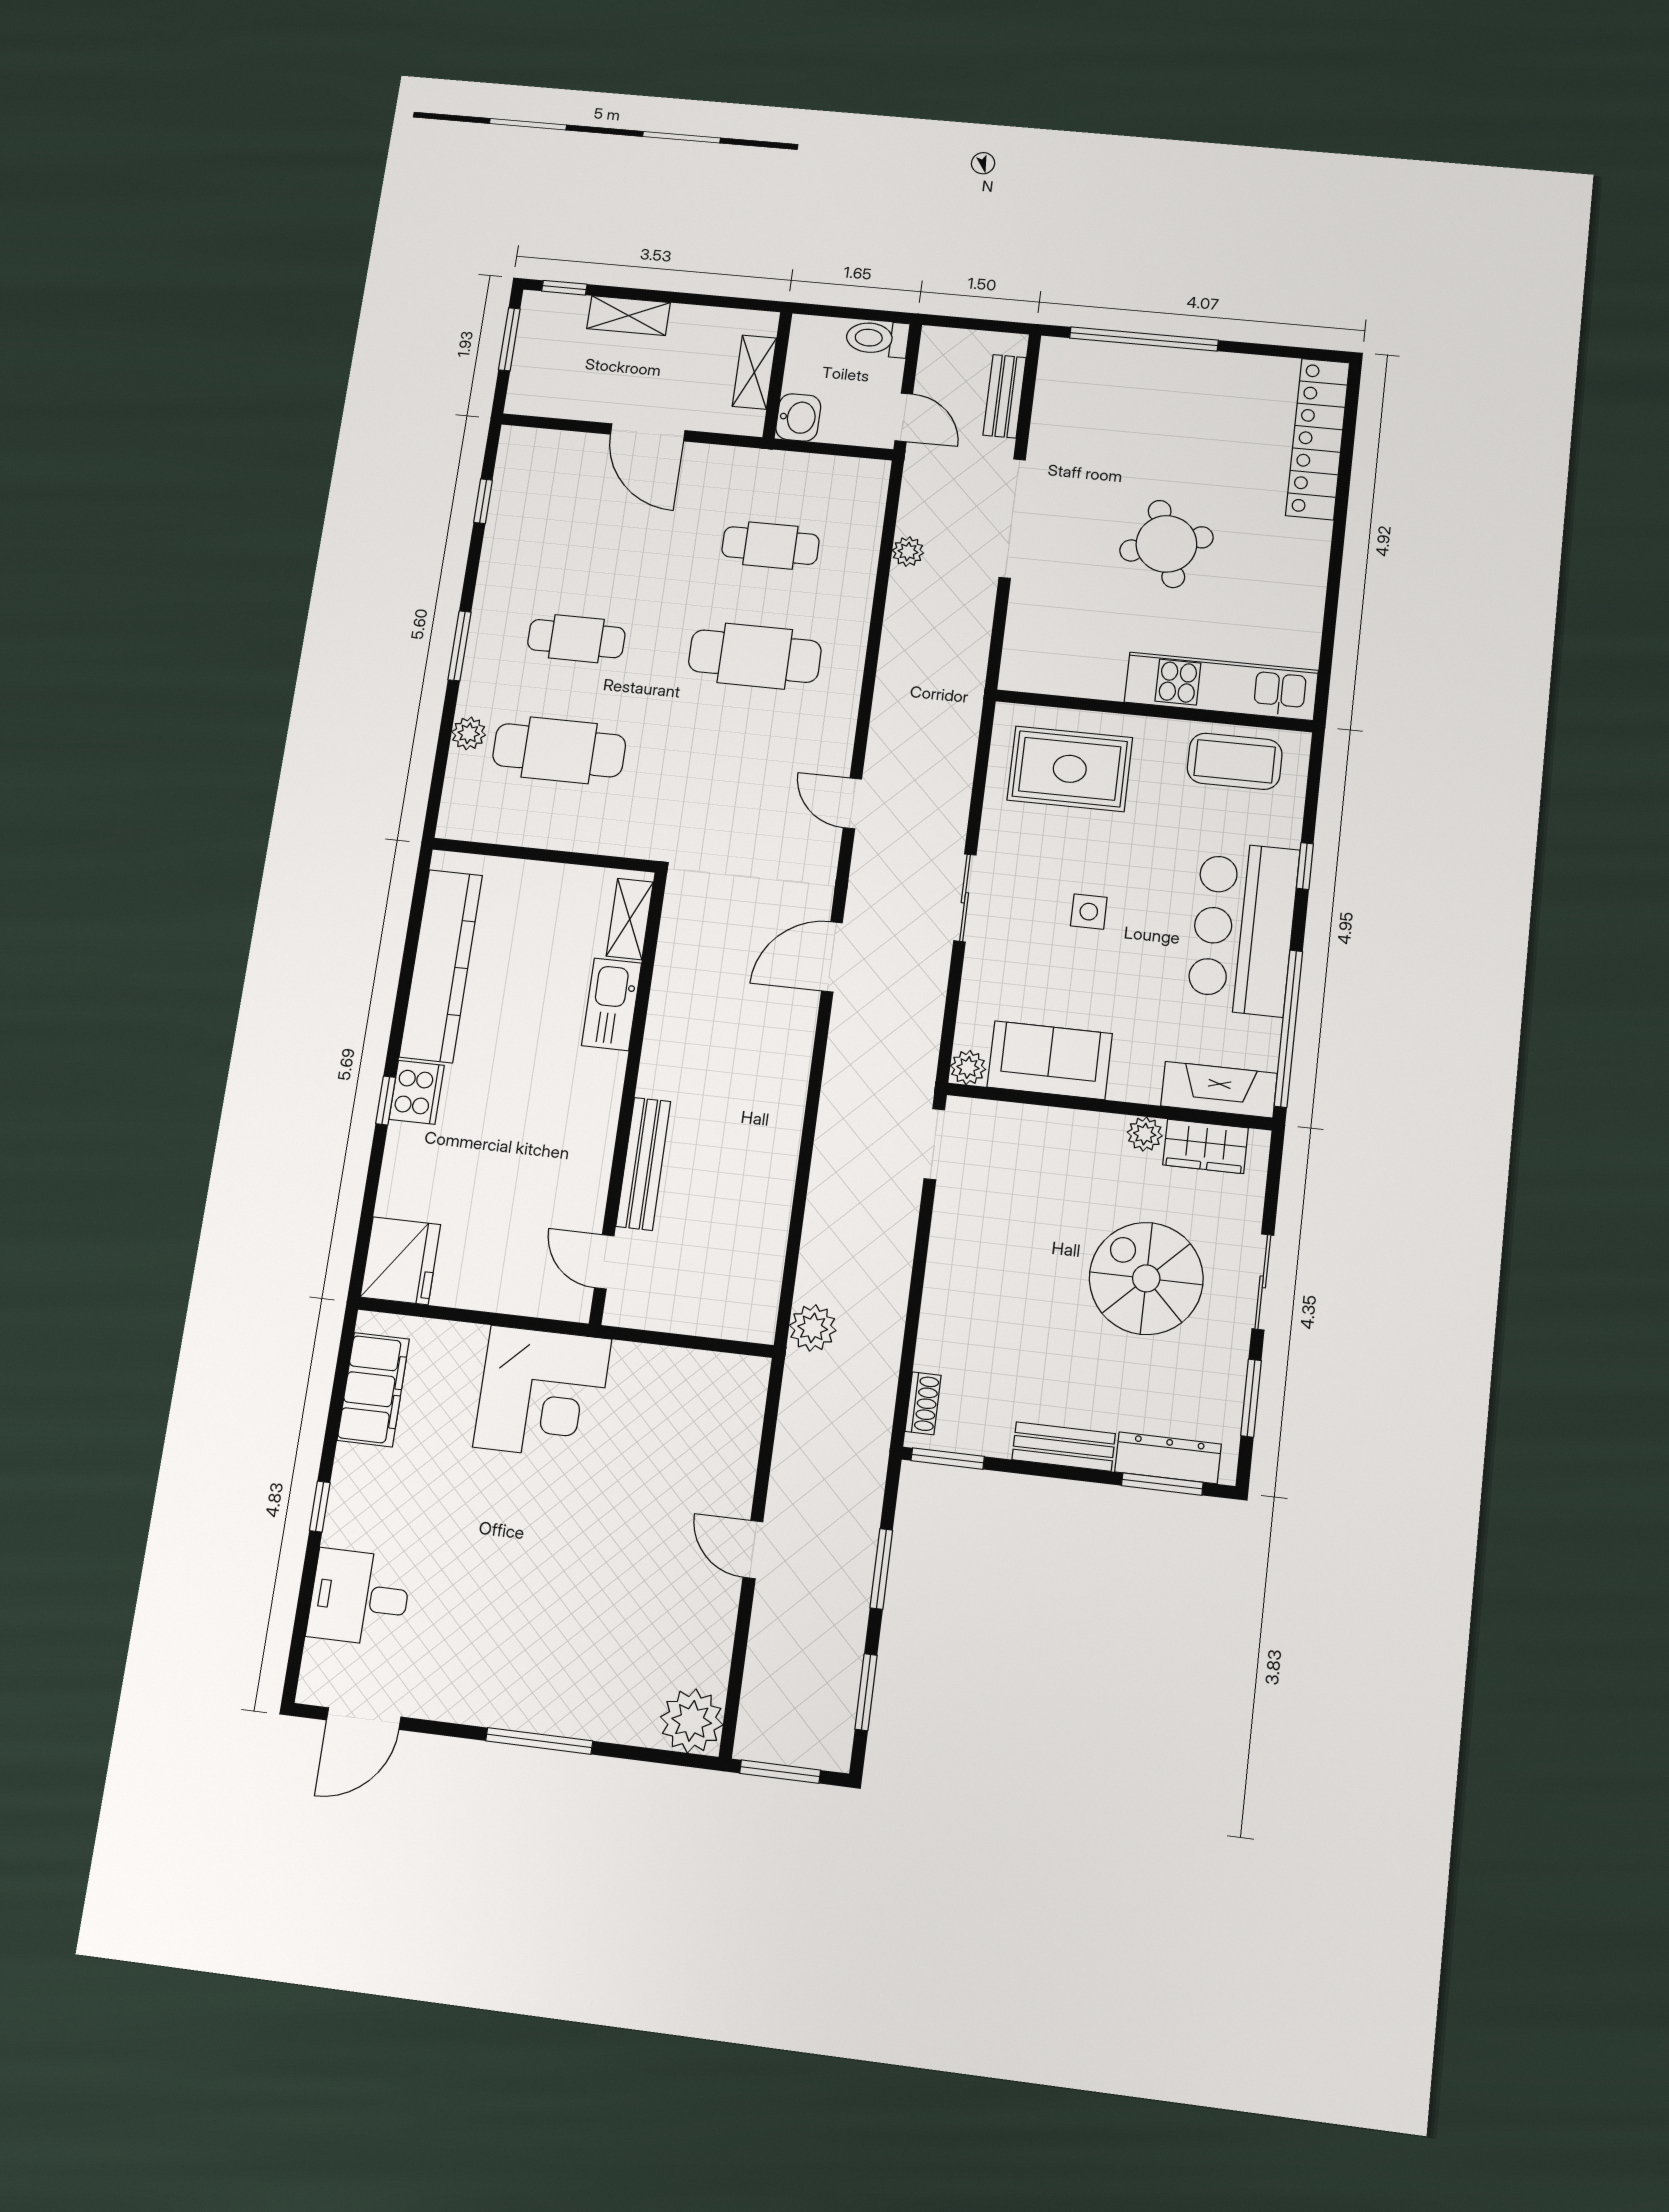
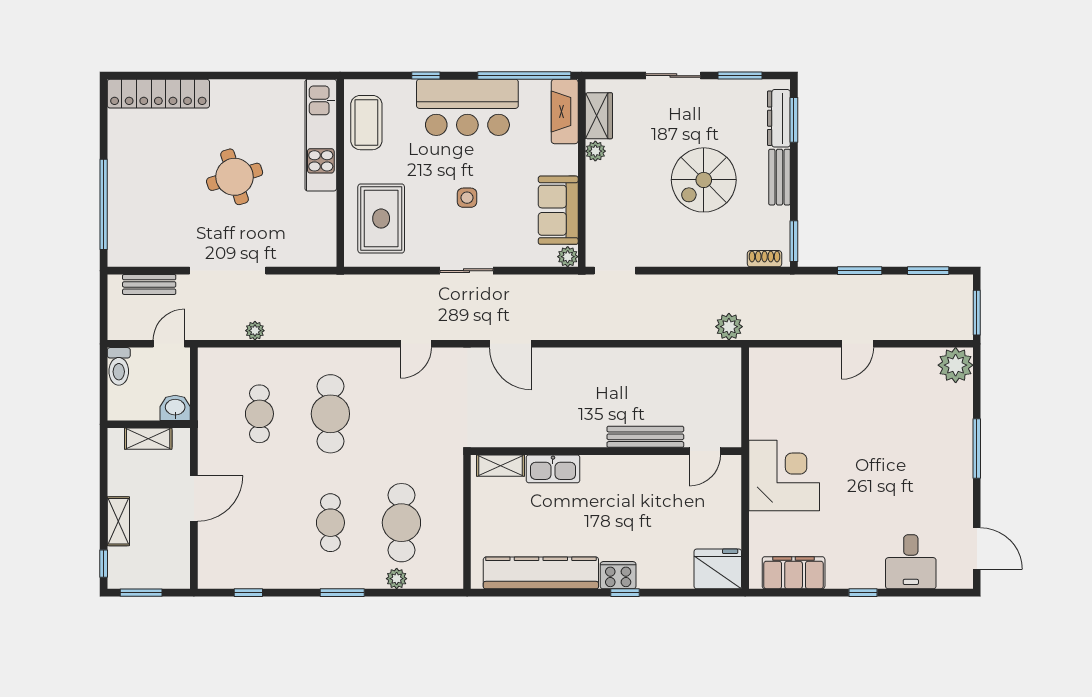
spiral stairs: (1146, 1278) -> (704, 180), moved

